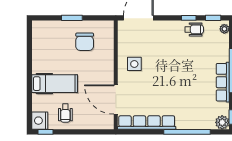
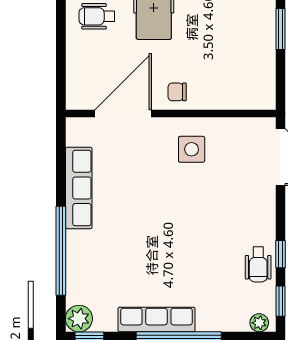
chair: (85, 42) -> (177, 92), moved, width x0.54, depth x0.54
row of seats: (147, 123) -> (79, 188), width x0.73

